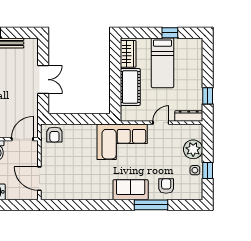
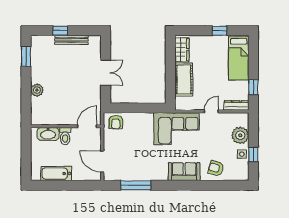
bed: (163, 63) -> (239, 58), moved
armchair: (166, 186) -> (216, 168), turned -75
window: (151, 205) -> (136, 185), moved

